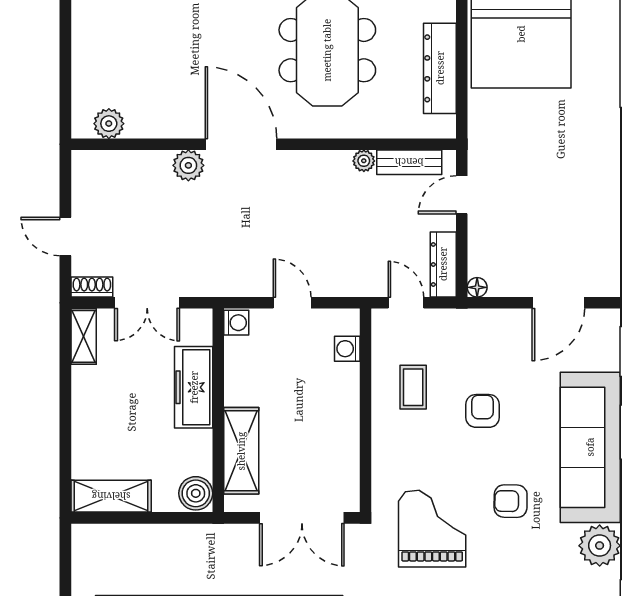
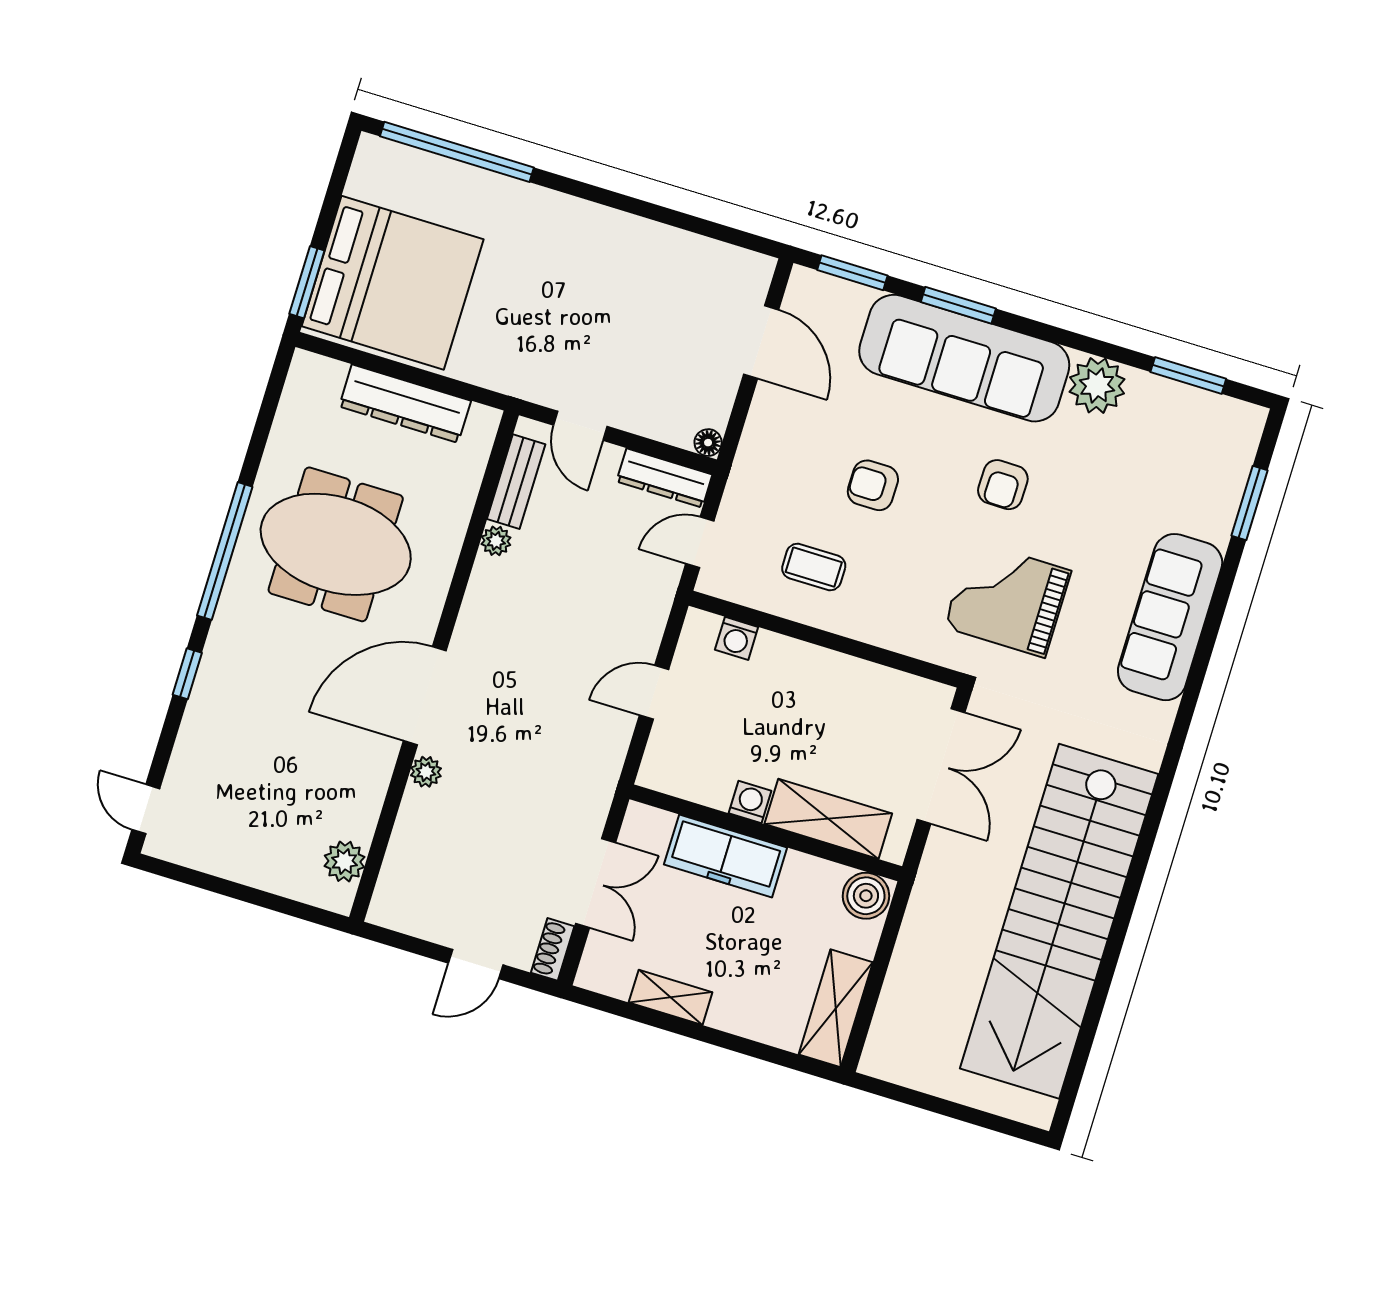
plant: (188, 165) -> (426, 772), width x0.73, depth x0.73
washing machine: (236, 323) -> (750, 802), moved
shelving: (84, 336) -> (671, 997), moved

